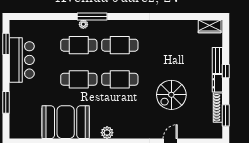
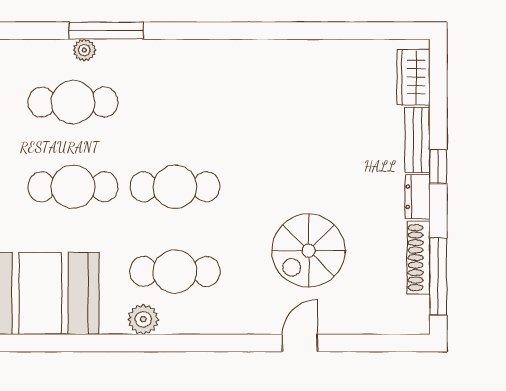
wardrobe: (210, 26) -> (414, 77), moved, turned 90
cafe table: (120, 45) -> (175, 272), moved
spiral stairs: (171, 95) -> (309, 251), moved
window: (226, 115) -> (438, 277), width x1.44

